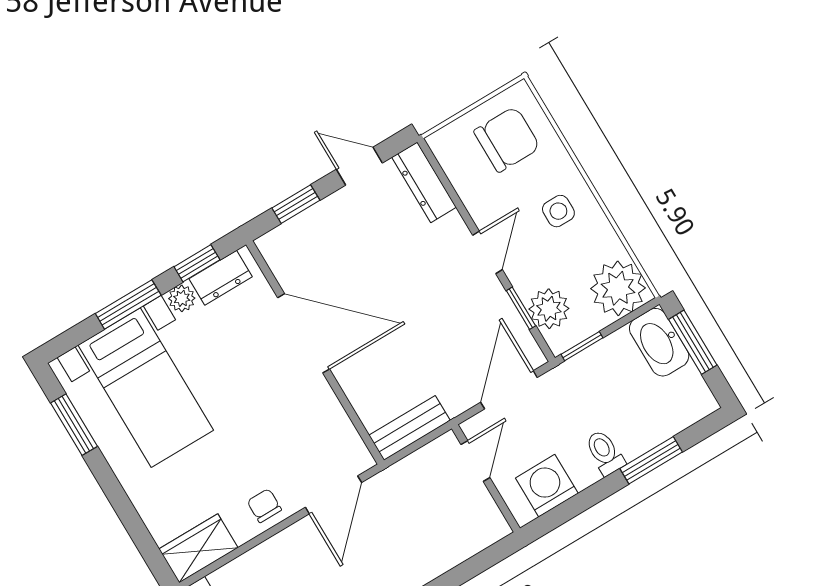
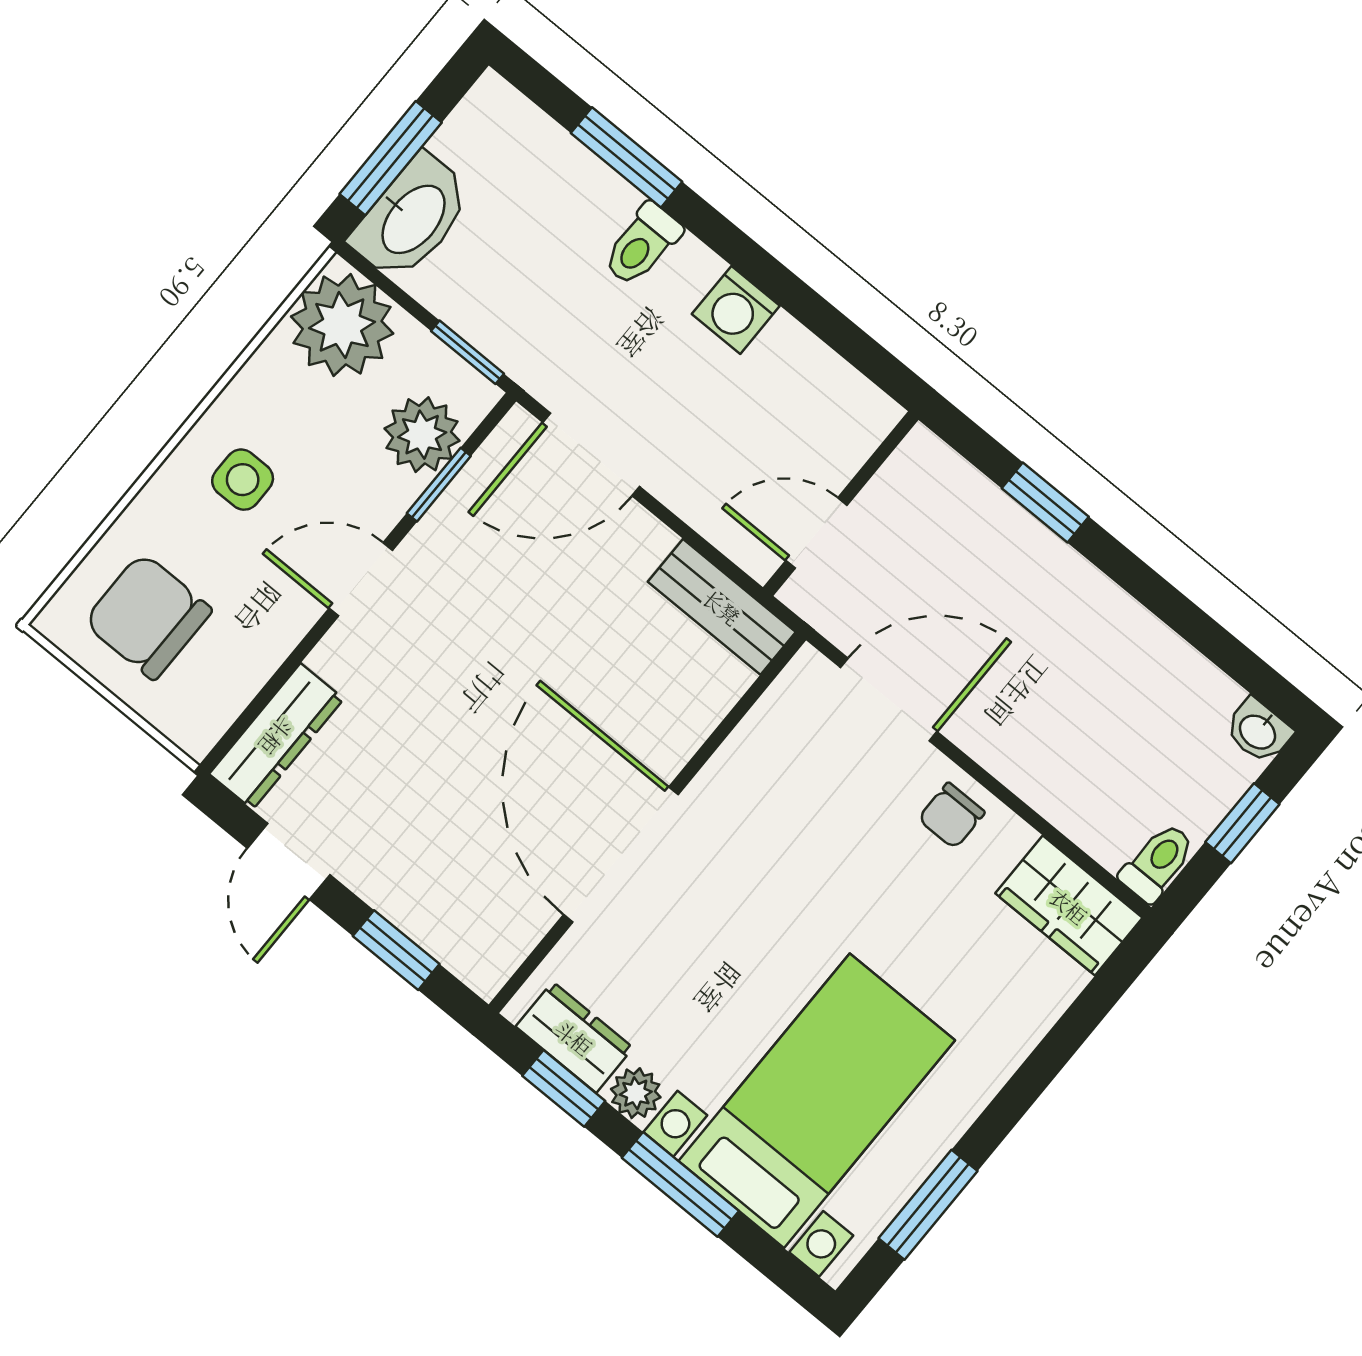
door: (475, 461) -> (816, 533), moved
wall: (486, 478) -> (841, 504), moved
washing machine: (547, 486) -> (736, 310), width x0.73, depth x0.73

